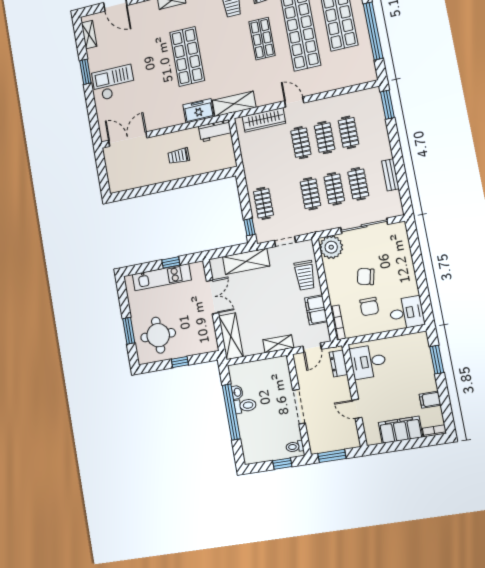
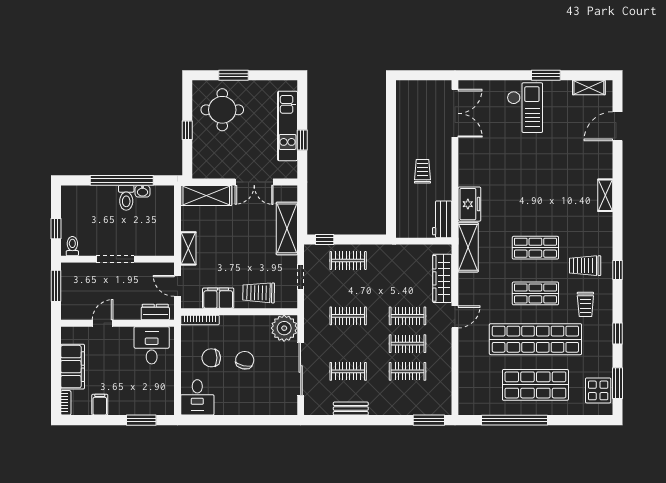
shop shelf: (187, 56) -> (535, 248), moved, width x0.70, depth x0.74
clothes rail: (334, 189) -> (348, 344), removed

